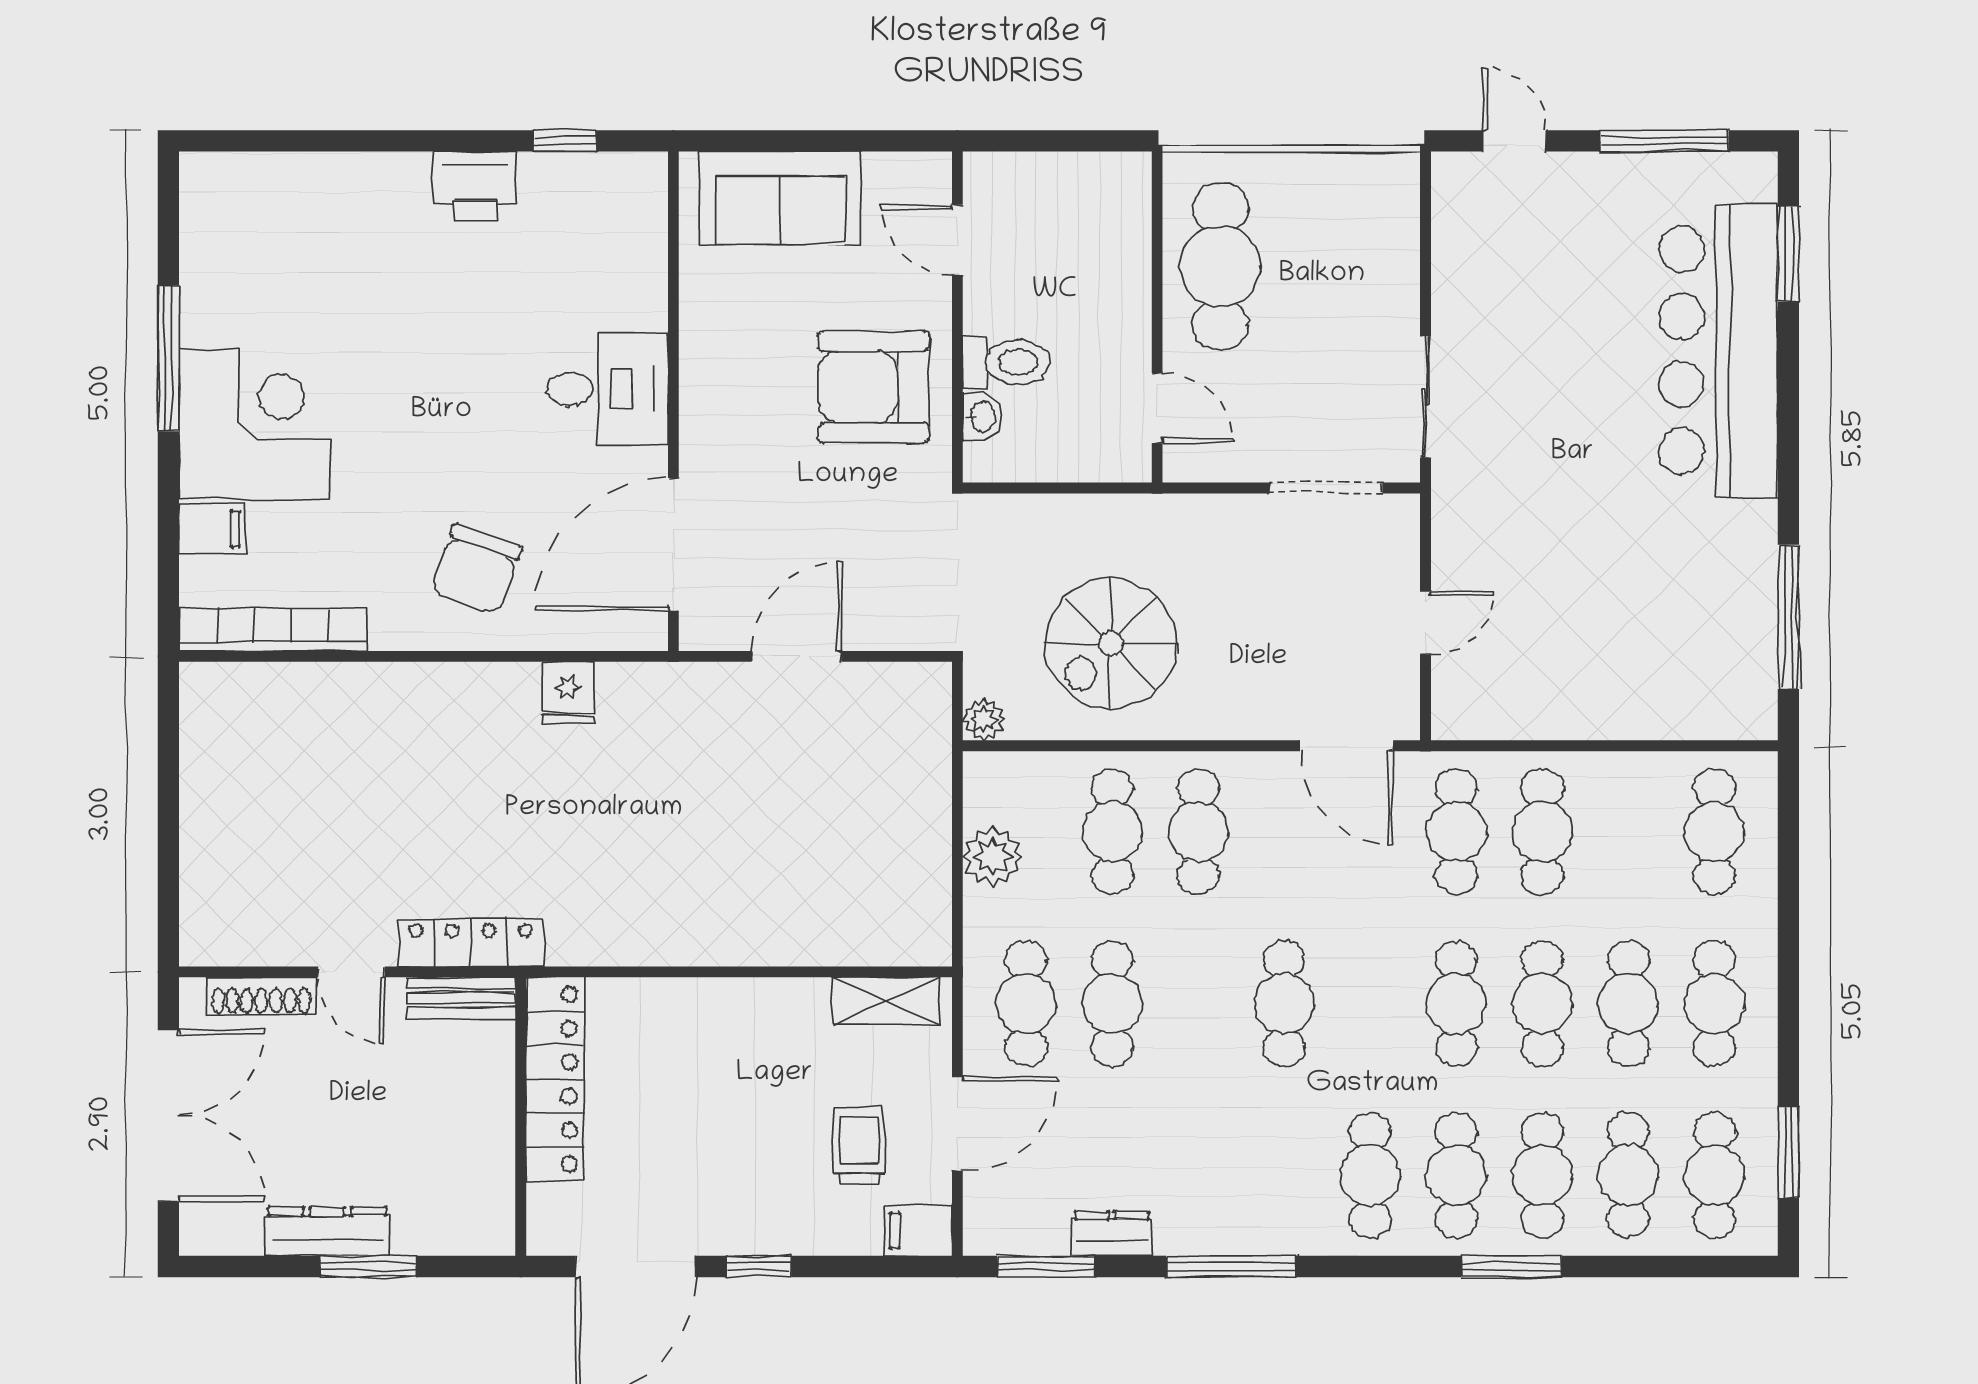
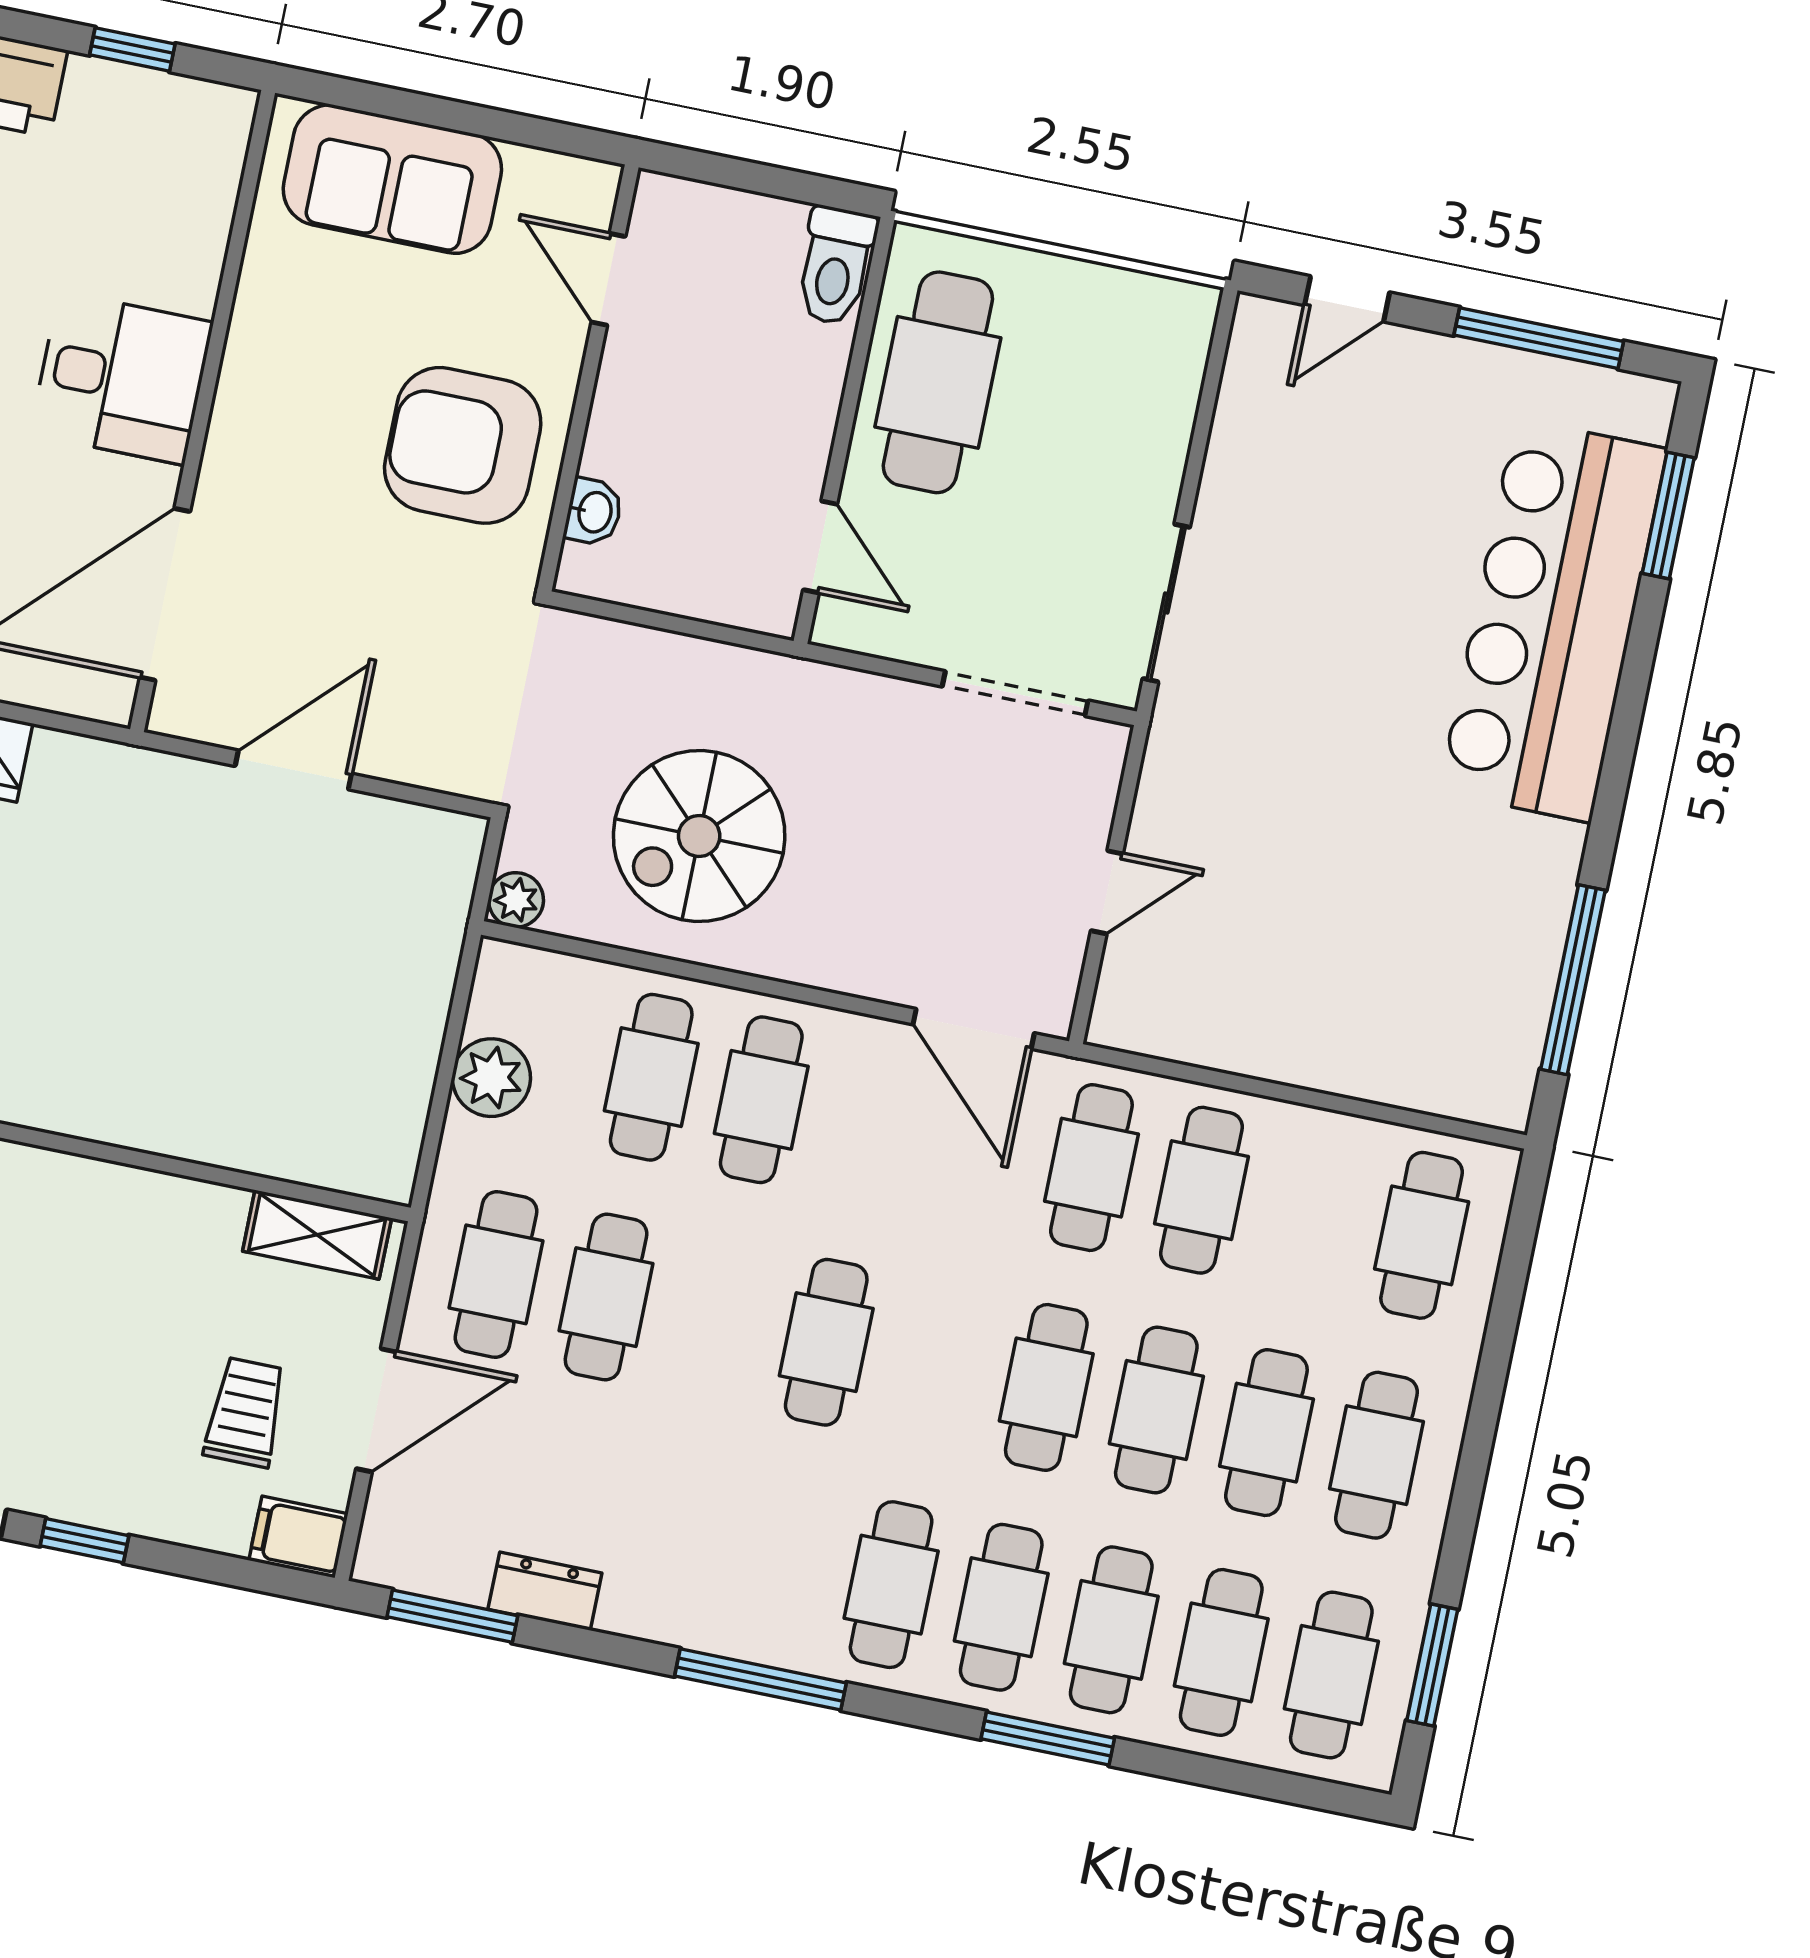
door: (1514, 141) -> (1347, 299), swing flipped
toilet: (1006, 362) -> (836, 266), moved, turned 90
window: (1231, 1266) -> (761, 1679), moved

